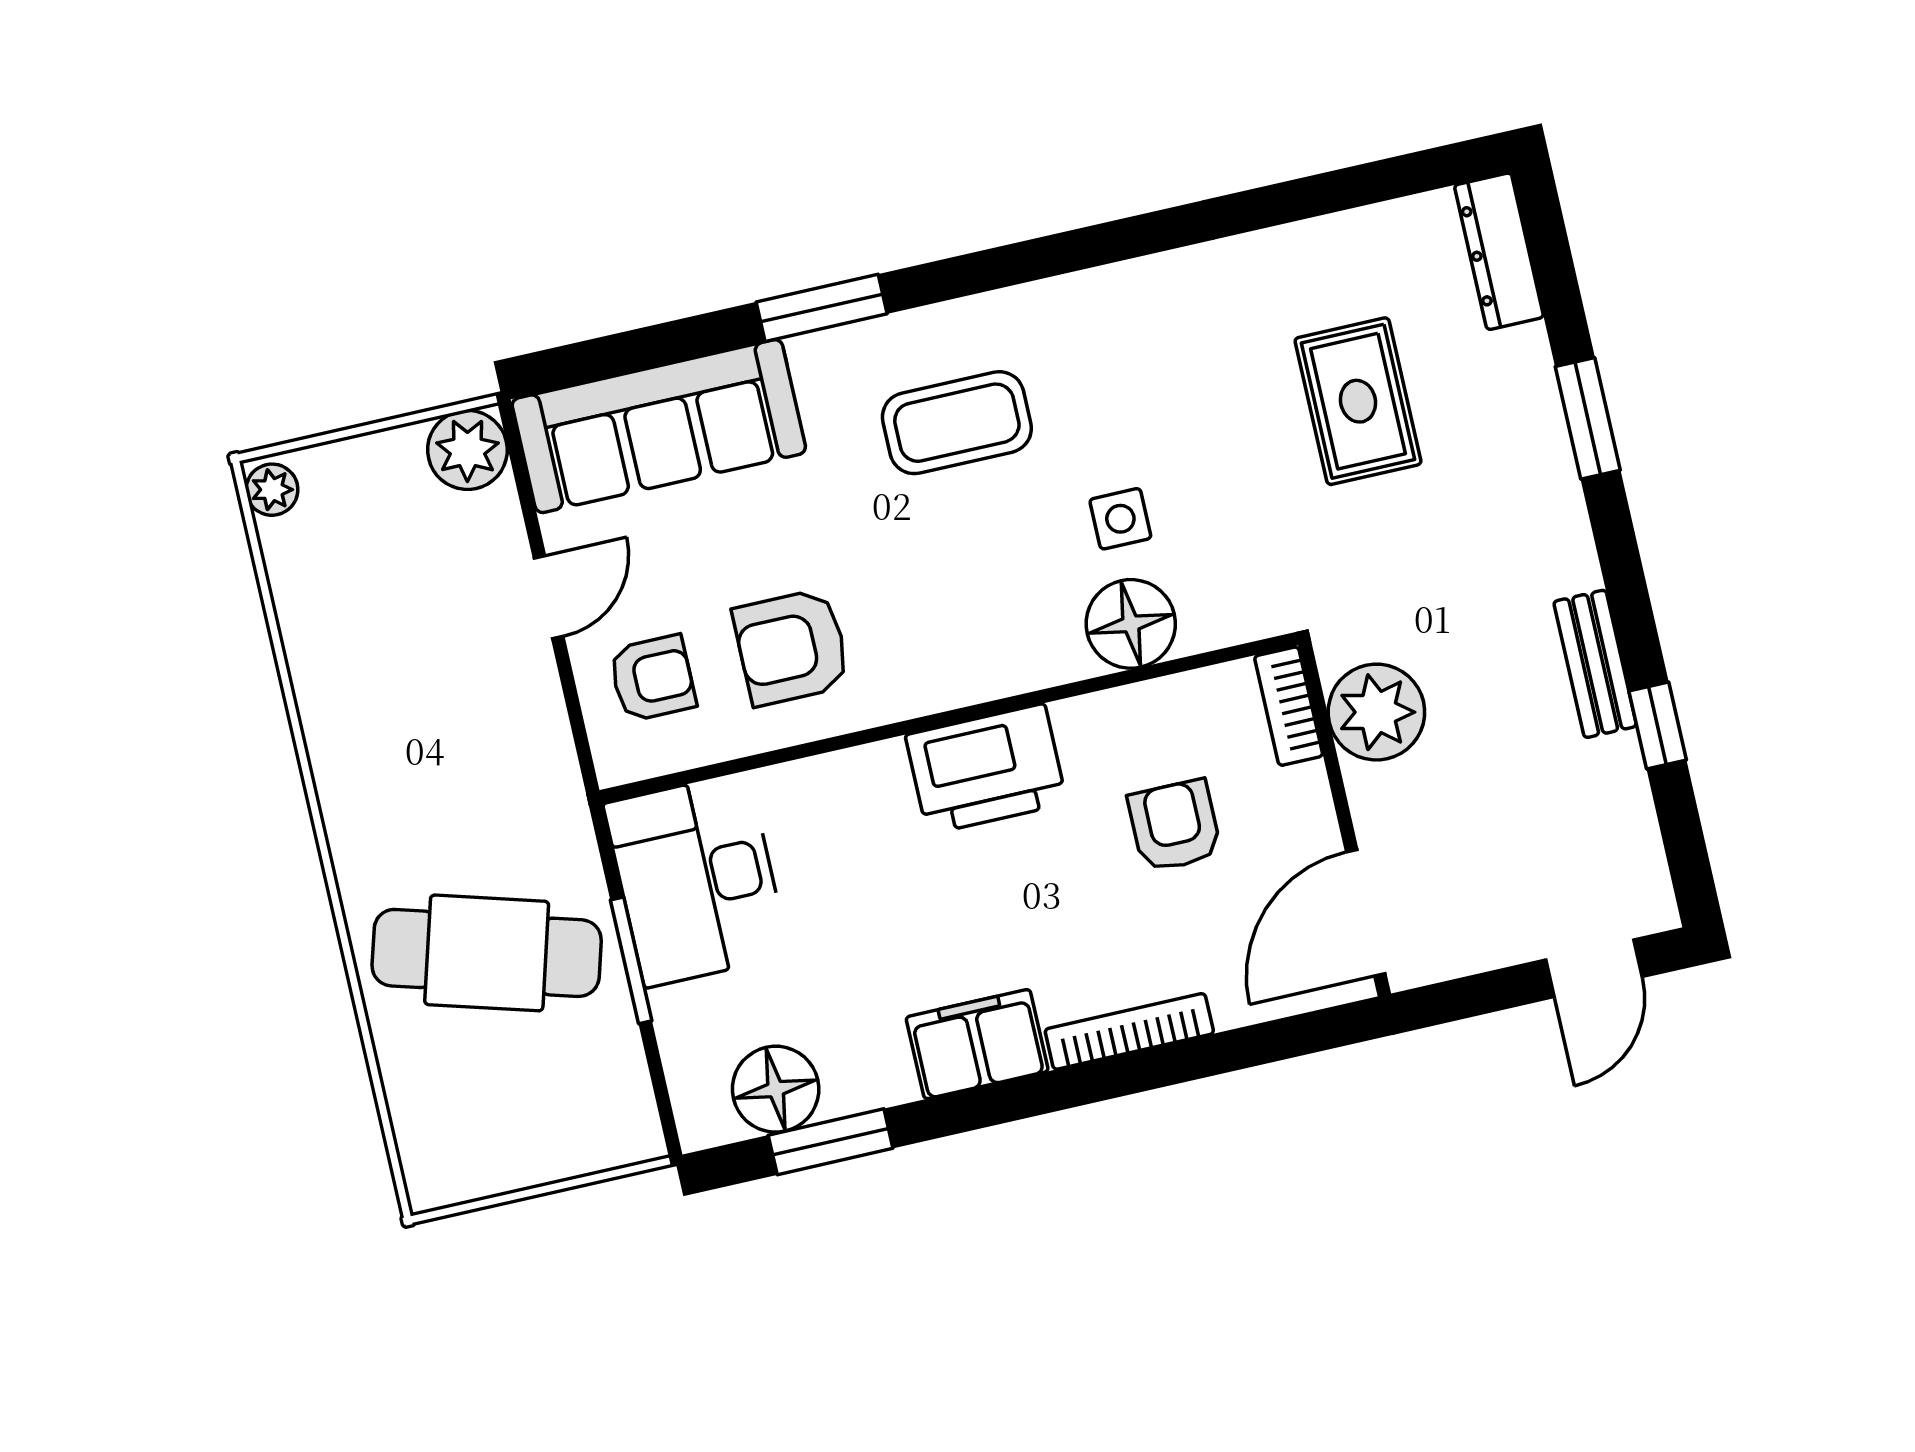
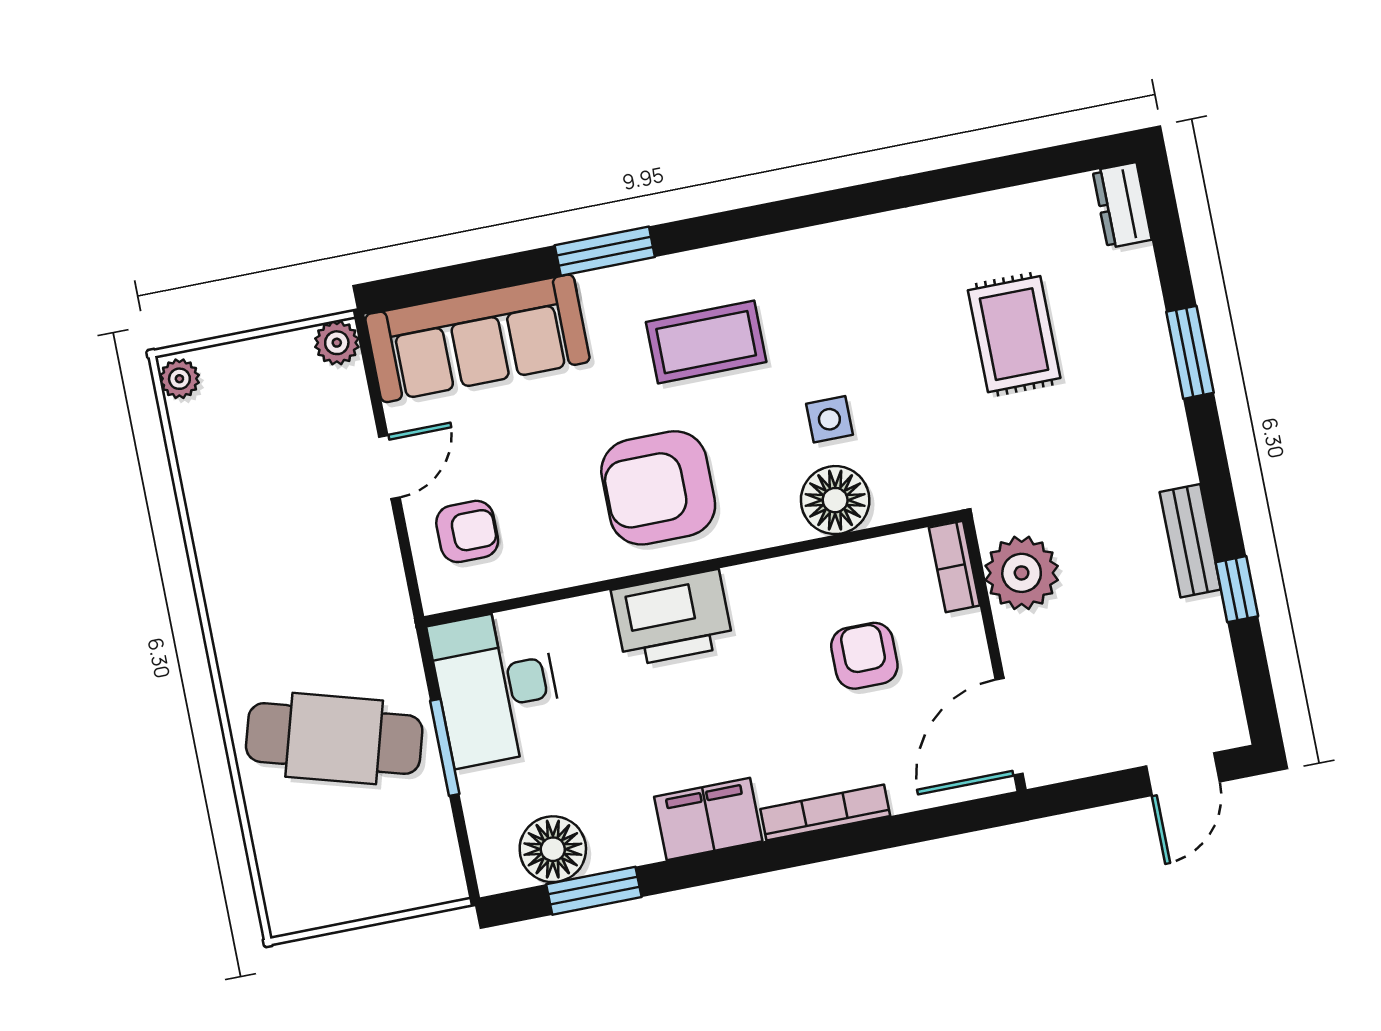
dresser: (1499, 251) -> (1122, 205), width x0.70
plant: (467, 450) -> (337, 343), width x0.73, depth x0.73
armchair: (792, 647) -> (658, 488), moved, width x1.36, depth x1.36
printer: (986, 769) -> (672, 618), moved

